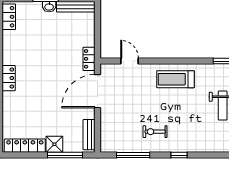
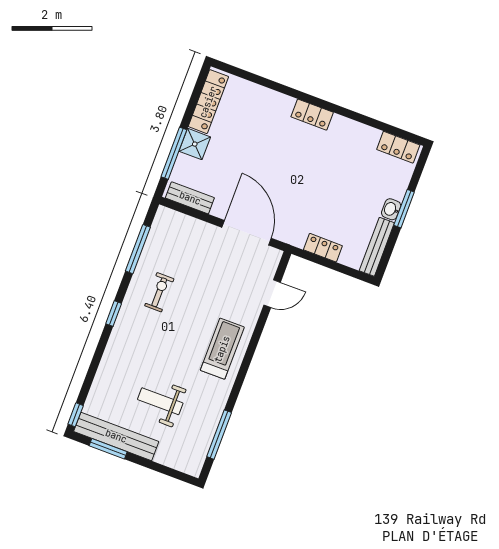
locker: (89, 59) -> (323, 248), moved

